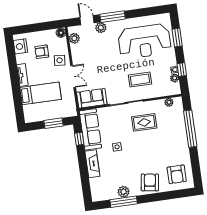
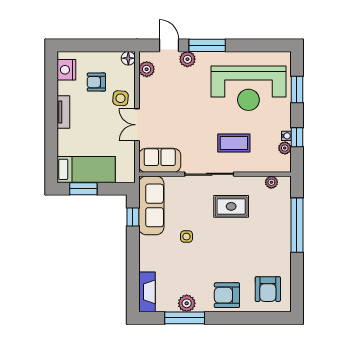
double door: (73, 77) -> (137, 125), swing flipped
bed: (41, 93) -> (86, 169), moved
window: (53, 123) -> (83, 189), moved
fireplace: (92, 164) -> (147, 292), moved
armchair: (150, 182) -> (227, 295), turned -98

